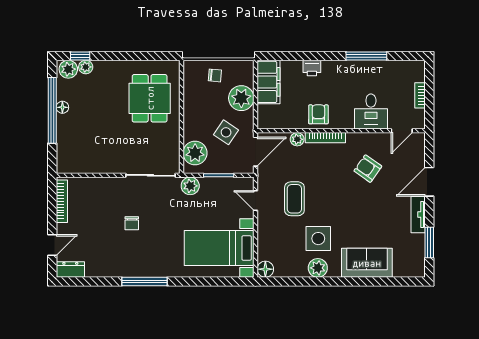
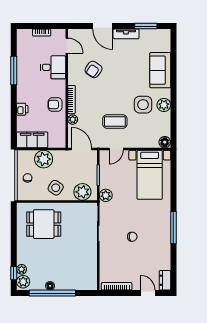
side table: (226, 132) -> (56, 188), moved

